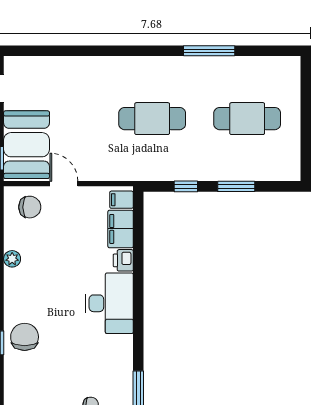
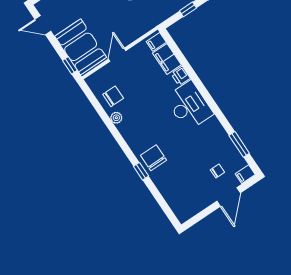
door: (64, 184) -> (117, 55), hinge flipped
chair: (30, 207) -> (113, 96), moved

